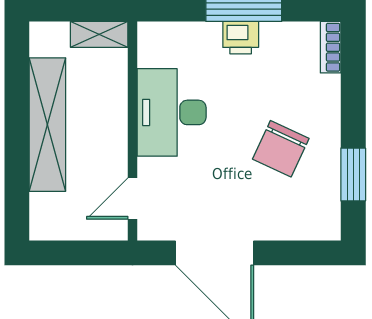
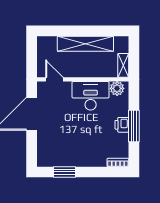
plant: (154, 49) -> (117, 88), added
chair: (281, 149) -> (75, 142), removed

